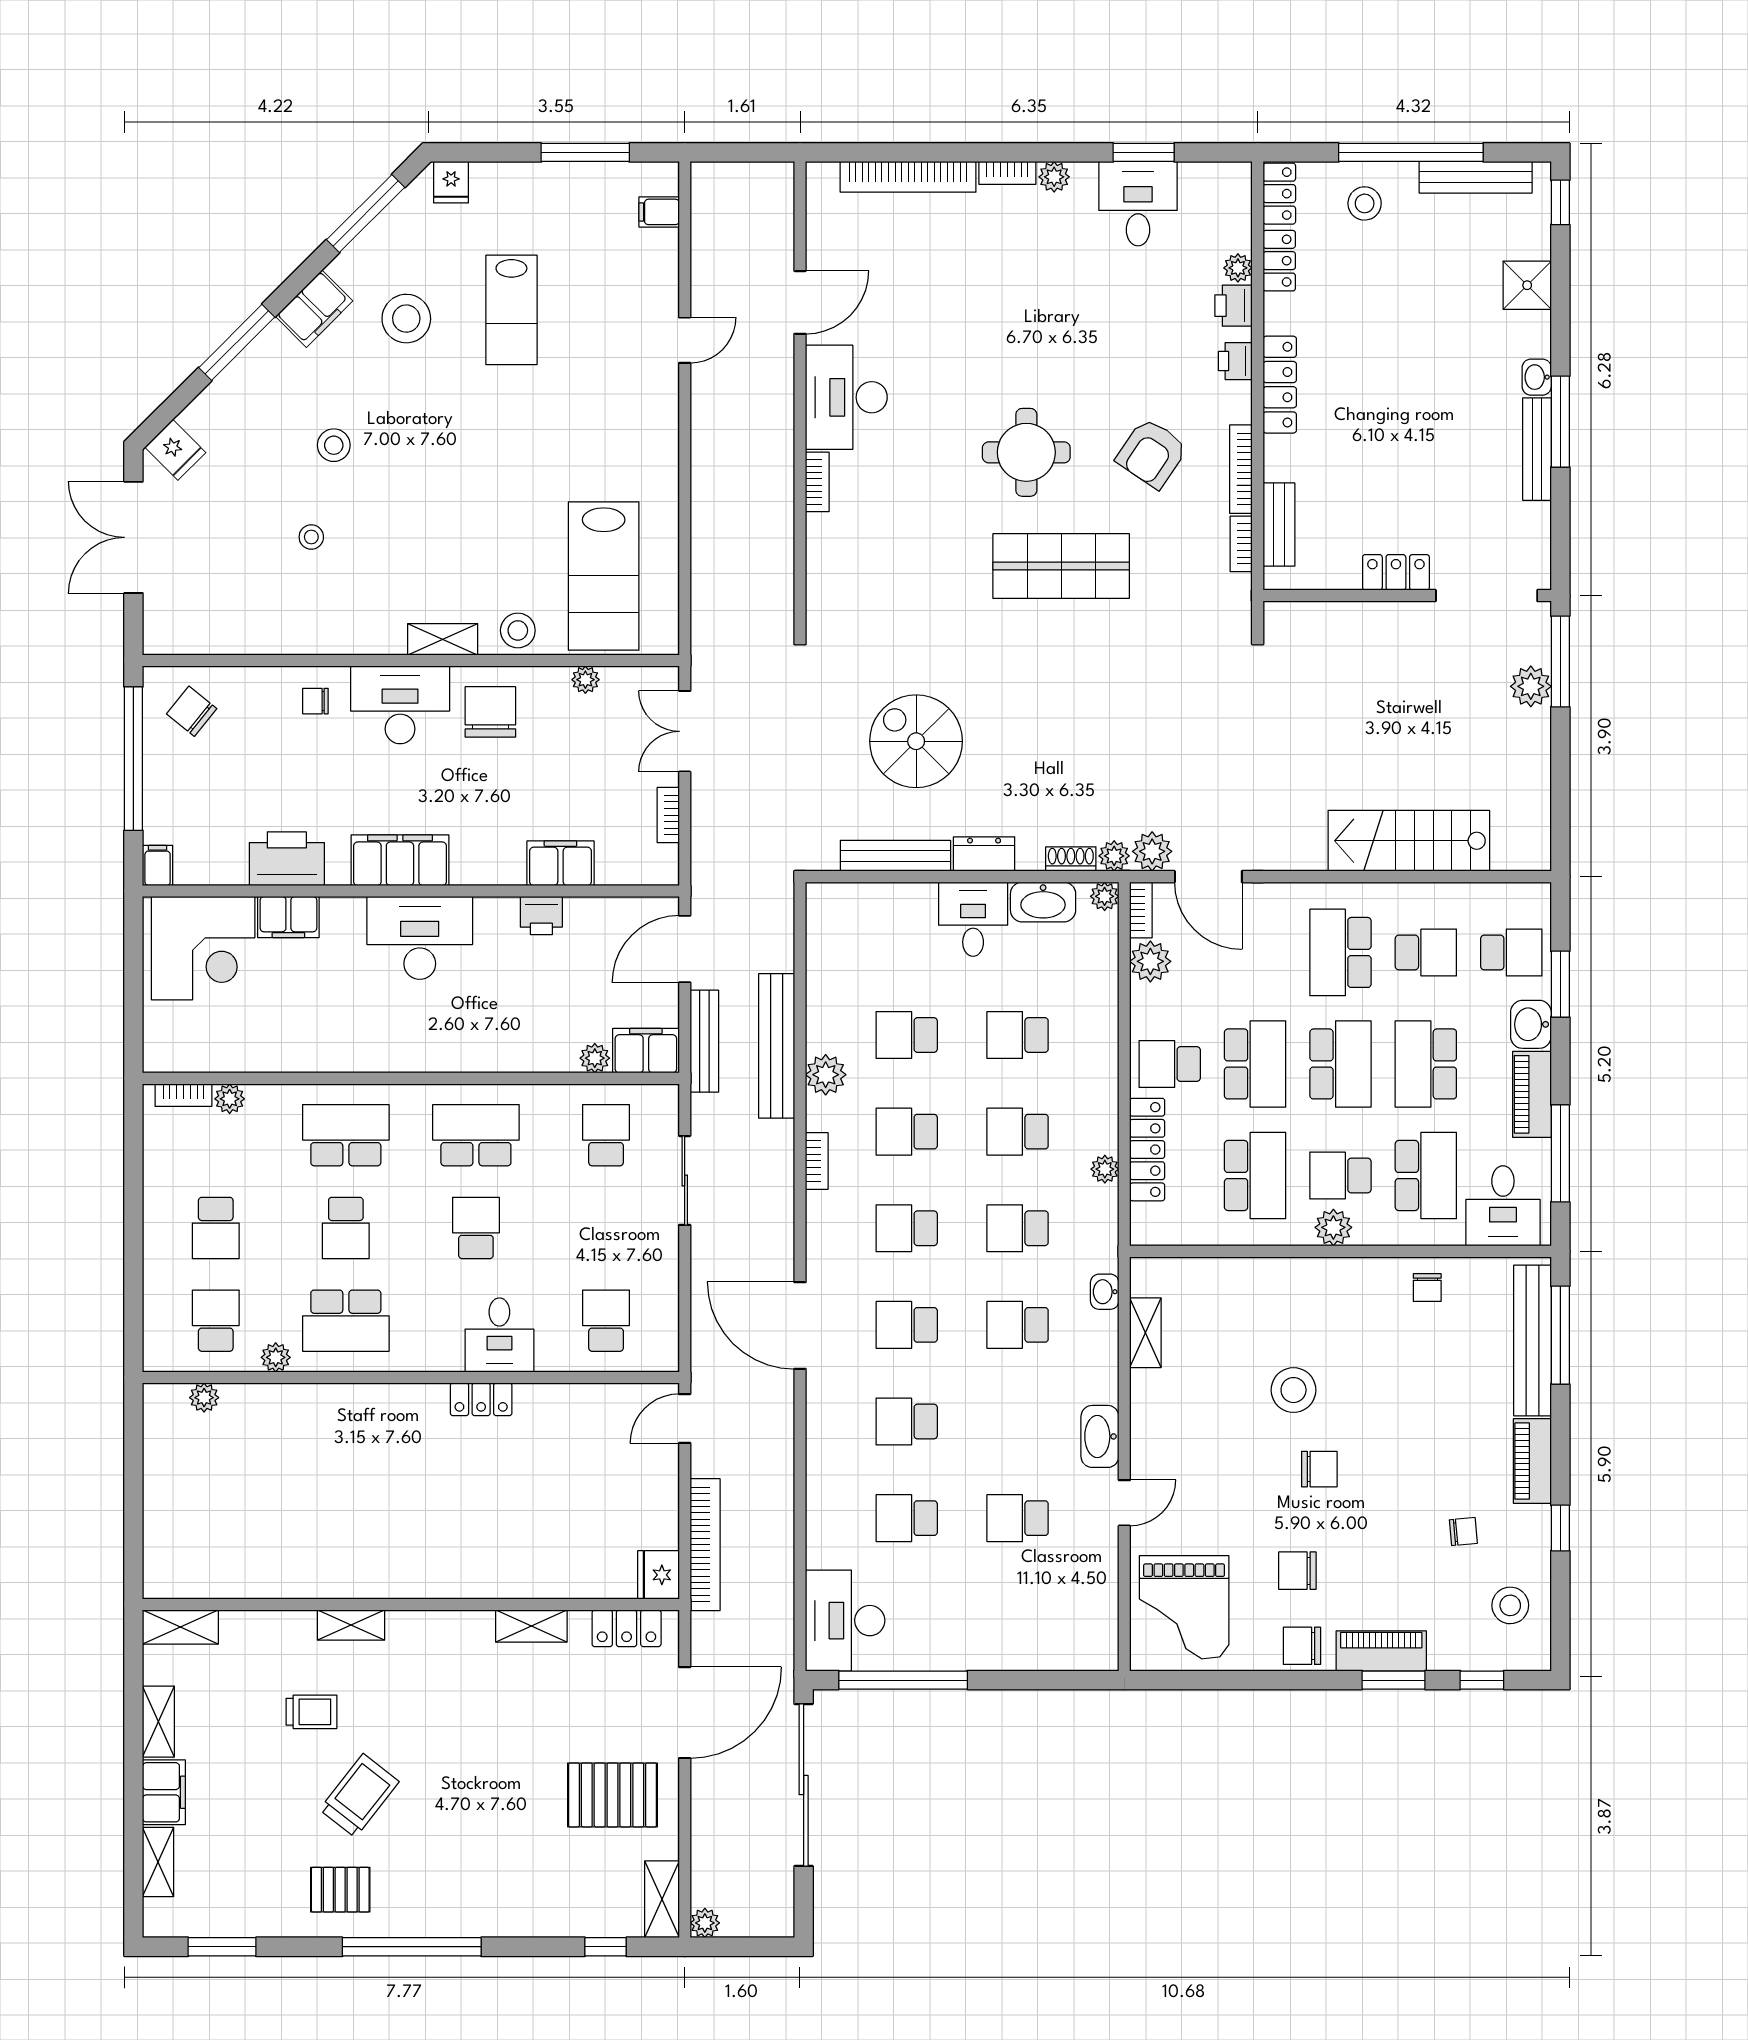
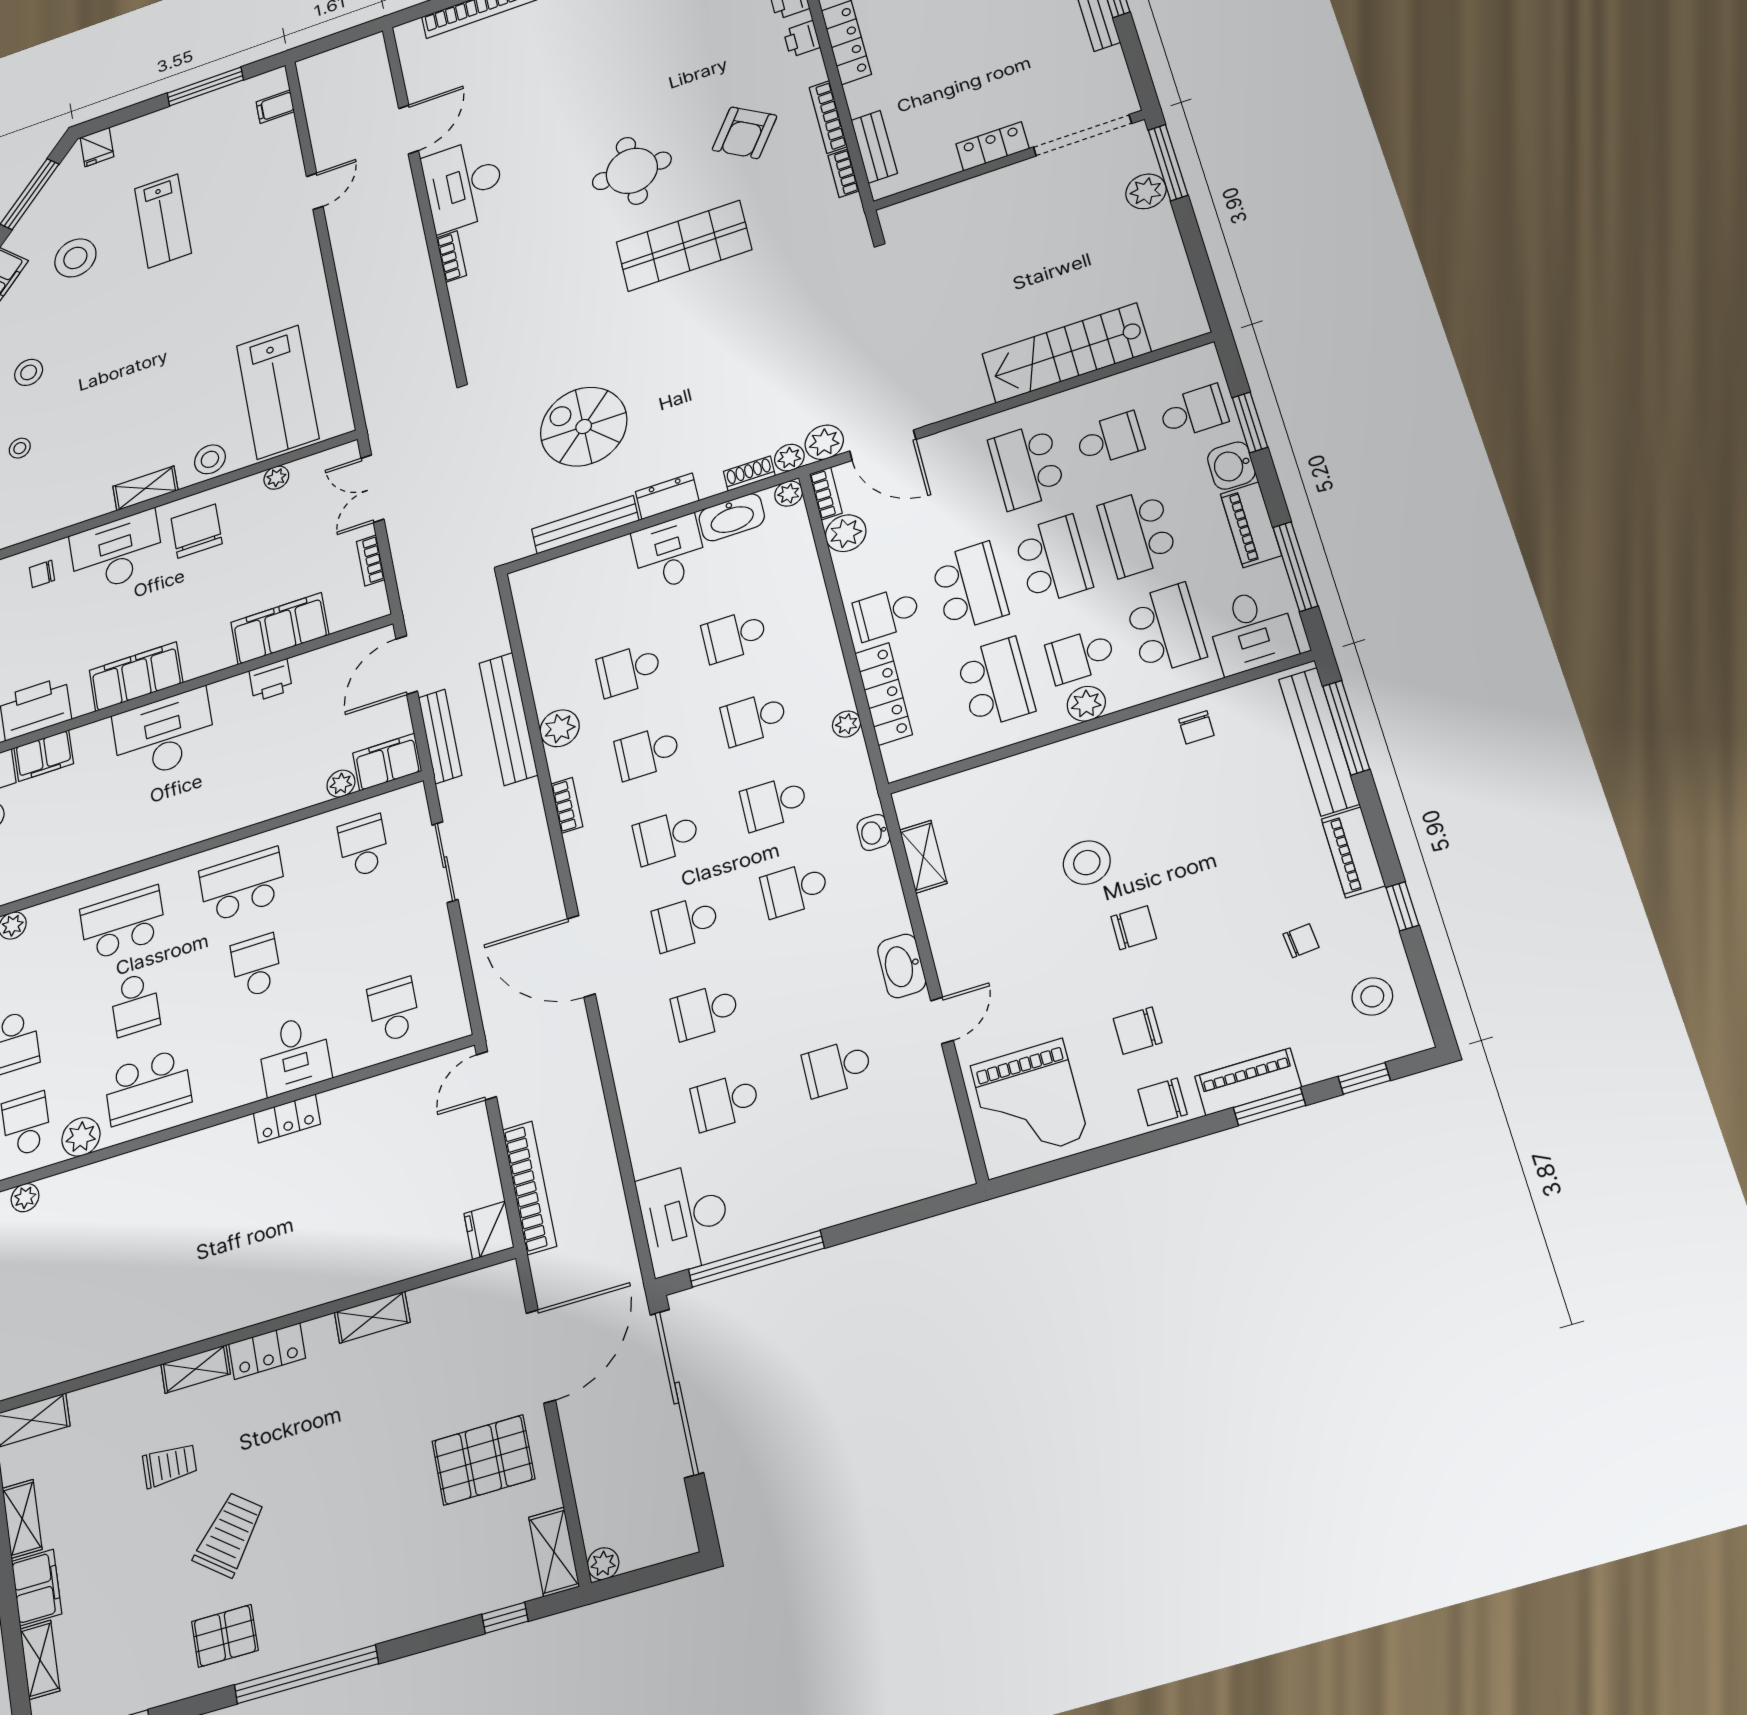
filing cabinet: (560, 863) -> (280, 629), width x1.50, depth x1.17
plant: (276, 1357) -> (81, 1137), width x1.38, depth x1.38
locker: (627, 1628) -> (267, 1351), moved

